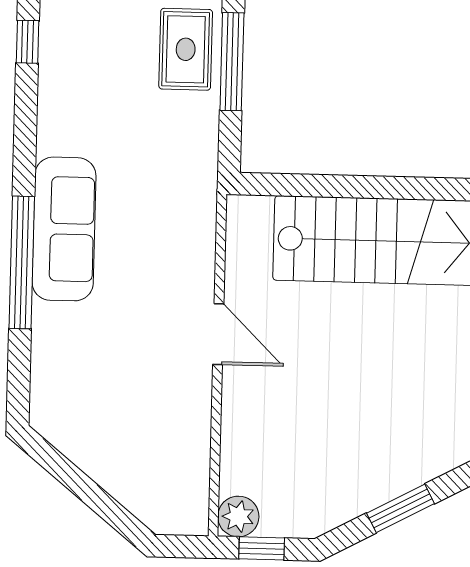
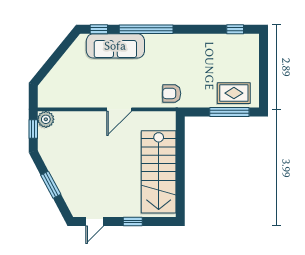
armchair: (183, 203) -> (172, 93), added
sofa: (64, 229) -> (115, 46), moved
window: (19, 379) -> (99, 29), added

